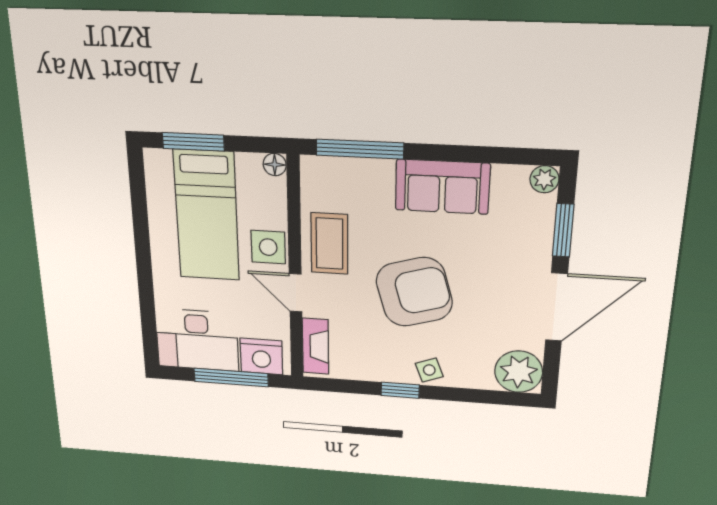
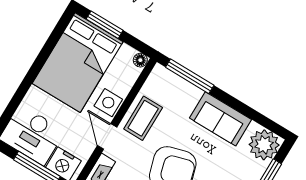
plant: (544, 179) -> (264, 145), width x1.87, depth x1.87
bed: (207, 216) -> (78, 63), width x1.50

